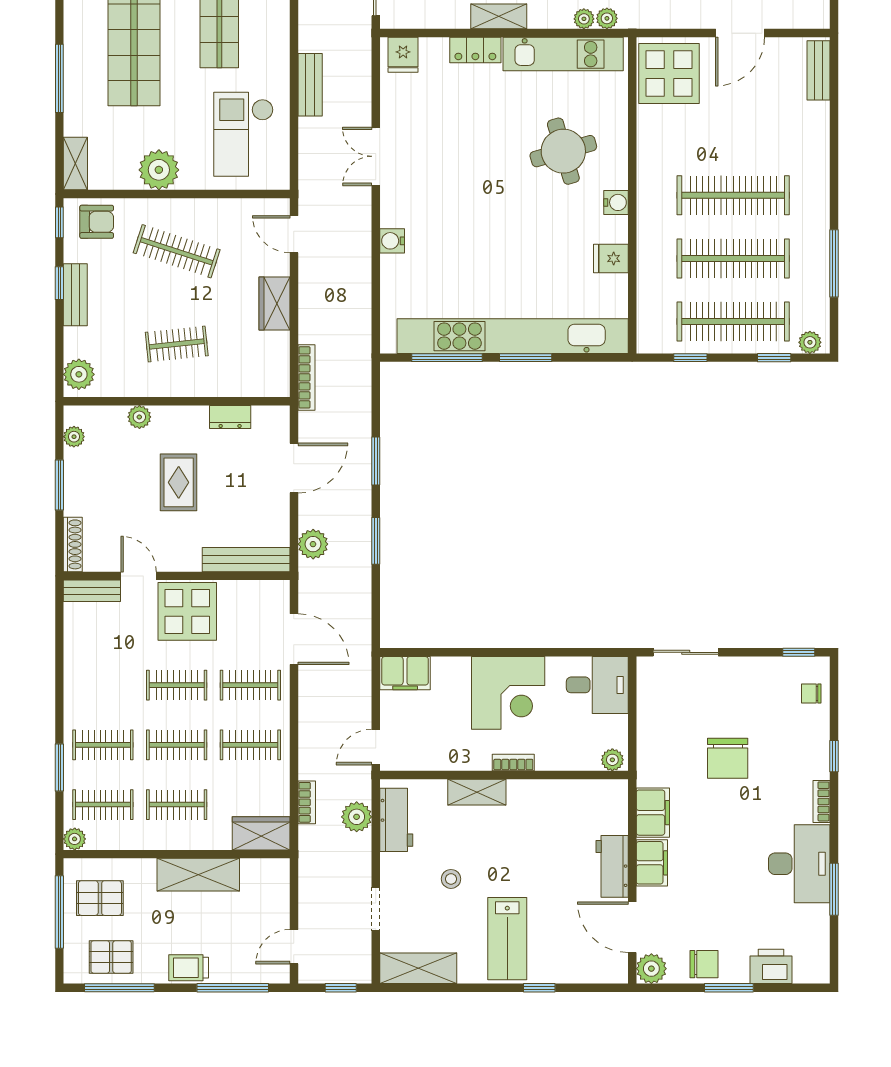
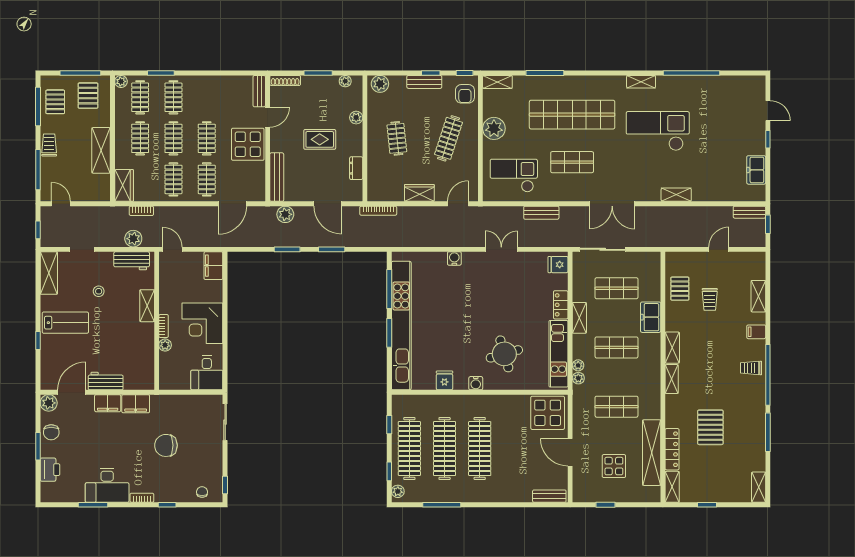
plant: (612, 760) -> (165, 345), moved
lab bench: (507, 939) -> (65, 323), turned 180

